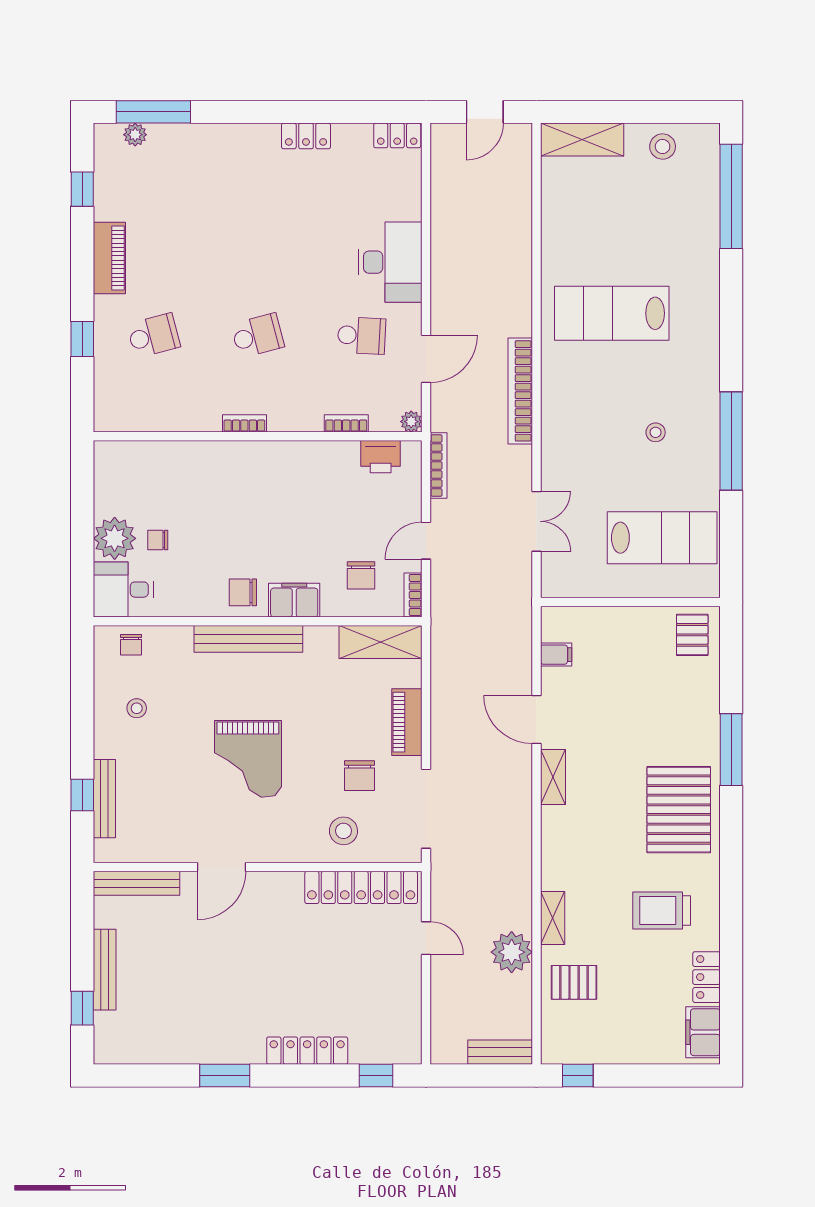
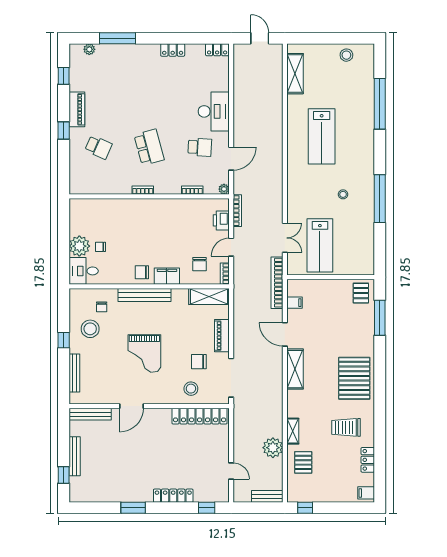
window: (153, 112) -> (118, 38), moved
door: (485, 112) -> (260, 38), swing flipped
shelving: (582, 140) -> (295, 74), moved, turned 90
window: (731, 196) -> (380, 104), moved
lab bench: (612, 313) -> (322, 136), turned -90
school desk: (154, 336) -> (98, 147), turned 39
school desk: (258, 336) -> (149, 147), width x1.85
window: (82, 339) -> (64, 130), moved
bookcase: (520, 391) -> (277, 283), moved
printer: (381, 457) -> (221, 220), moved, turned 90
lab bench: (662, 538) -> (320, 245), moved, turned 90
chair: (131, 645) -> (102, 307), moved
stool: (137, 708) -> (90, 329), width x1.89, depth x1.89
window: (731, 750) -> (380, 318), moved
chair: (360, 776) -> (199, 362), turned 90
shelving: (553, 777) -> (295, 369), width x1.50, depth x1.33
window: (82, 795) -> (64, 340), moved
door: (426, 938) -> (231, 471), moved
pallet: (574, 982) -> (303, 462), turned 90
filing cabinet: (703, 1032) -> (366, 493), width x0.50

